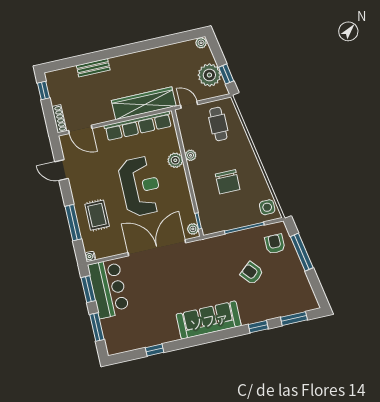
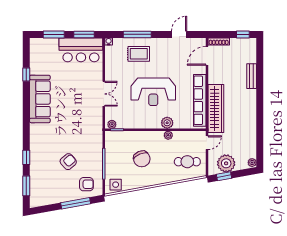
chair: (228, 182) -> (142, 159), turned -113
double door: (157, 248) -> (104, 94), width x0.54
sofa: (209, 320) -> (40, 99), moved

